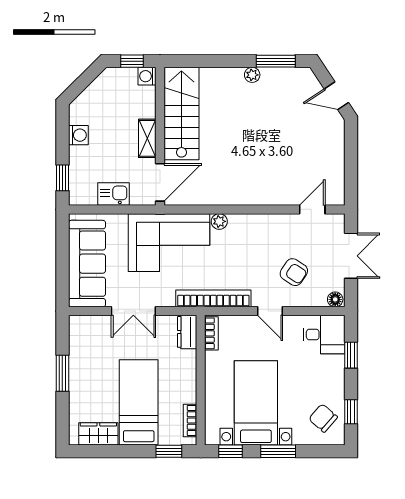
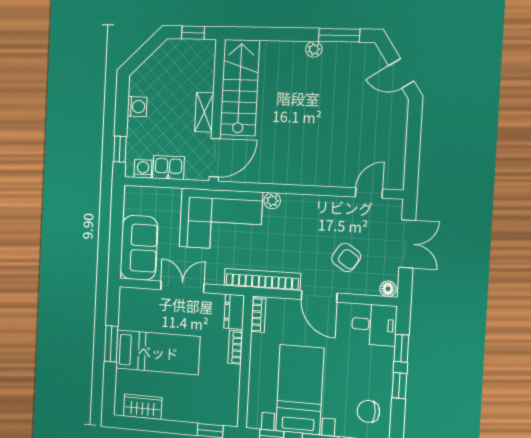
washing machine: (147, 76) -> (143, 169), moved, turned 90
sofa: (87, 264) -> (139, 248), width x0.73
double door: (133, 311) -> (182, 287), swing flipped
door: (270, 311) -> (319, 296), width x1.38
bed: (139, 402) -> (158, 352), moved, turned 90
window: (351, 412) -> (399, 386), moved
chair: (323, 418) -> (368, 411), turned -41
bookcase: (190, 420) -> (235, 347), moved

